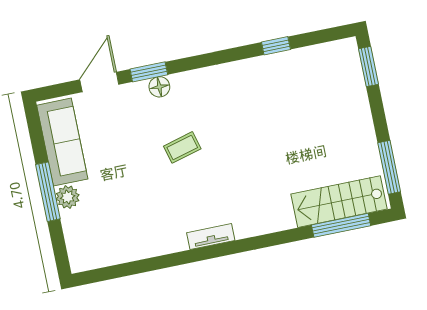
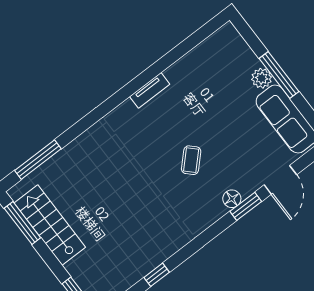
coffee table: (182, 147) -> (191, 160), turned -30
stairs: (339, 202) -> (50, 225), moved, turned -90
tv unit: (211, 237) -> (150, 90), moved

